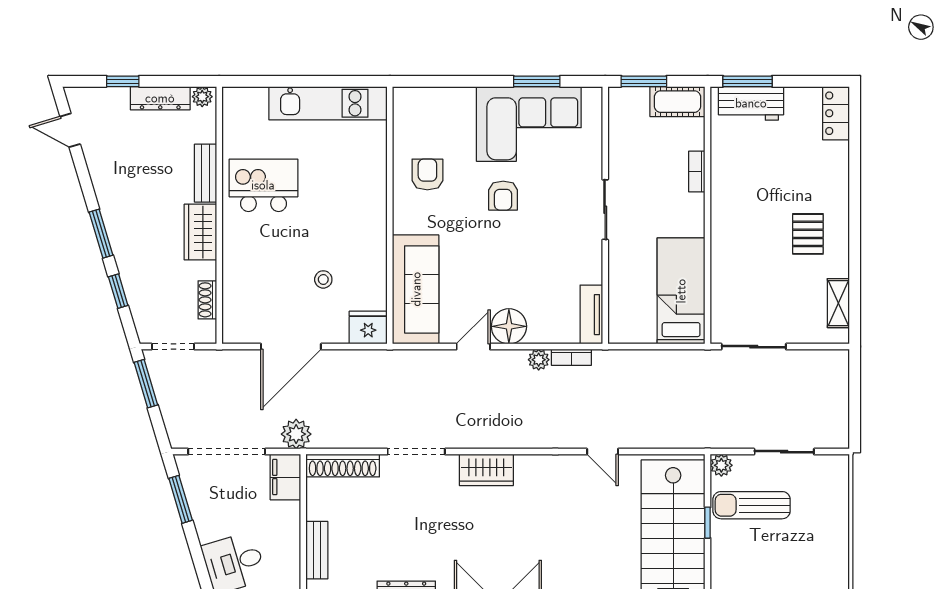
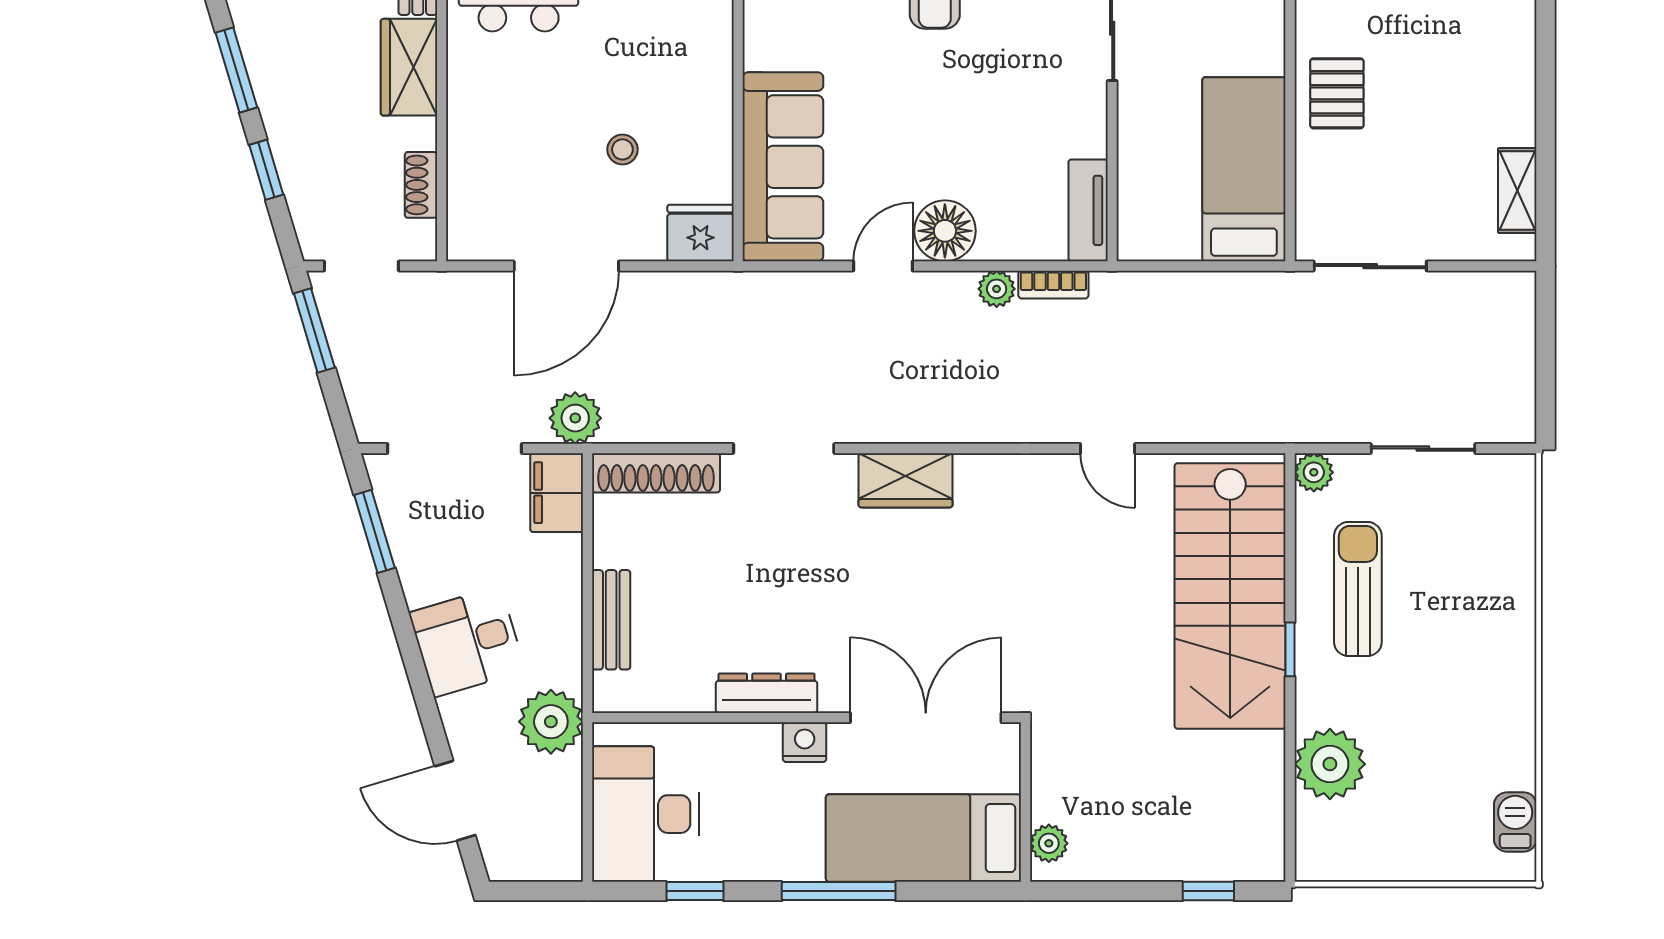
pallet: (808, 234) -> (1337, 93), moved
sun lounger: (752, 505) -> (1358, 589), moved, turned 90
window: (708, 523) -> (1290, 649), moved

